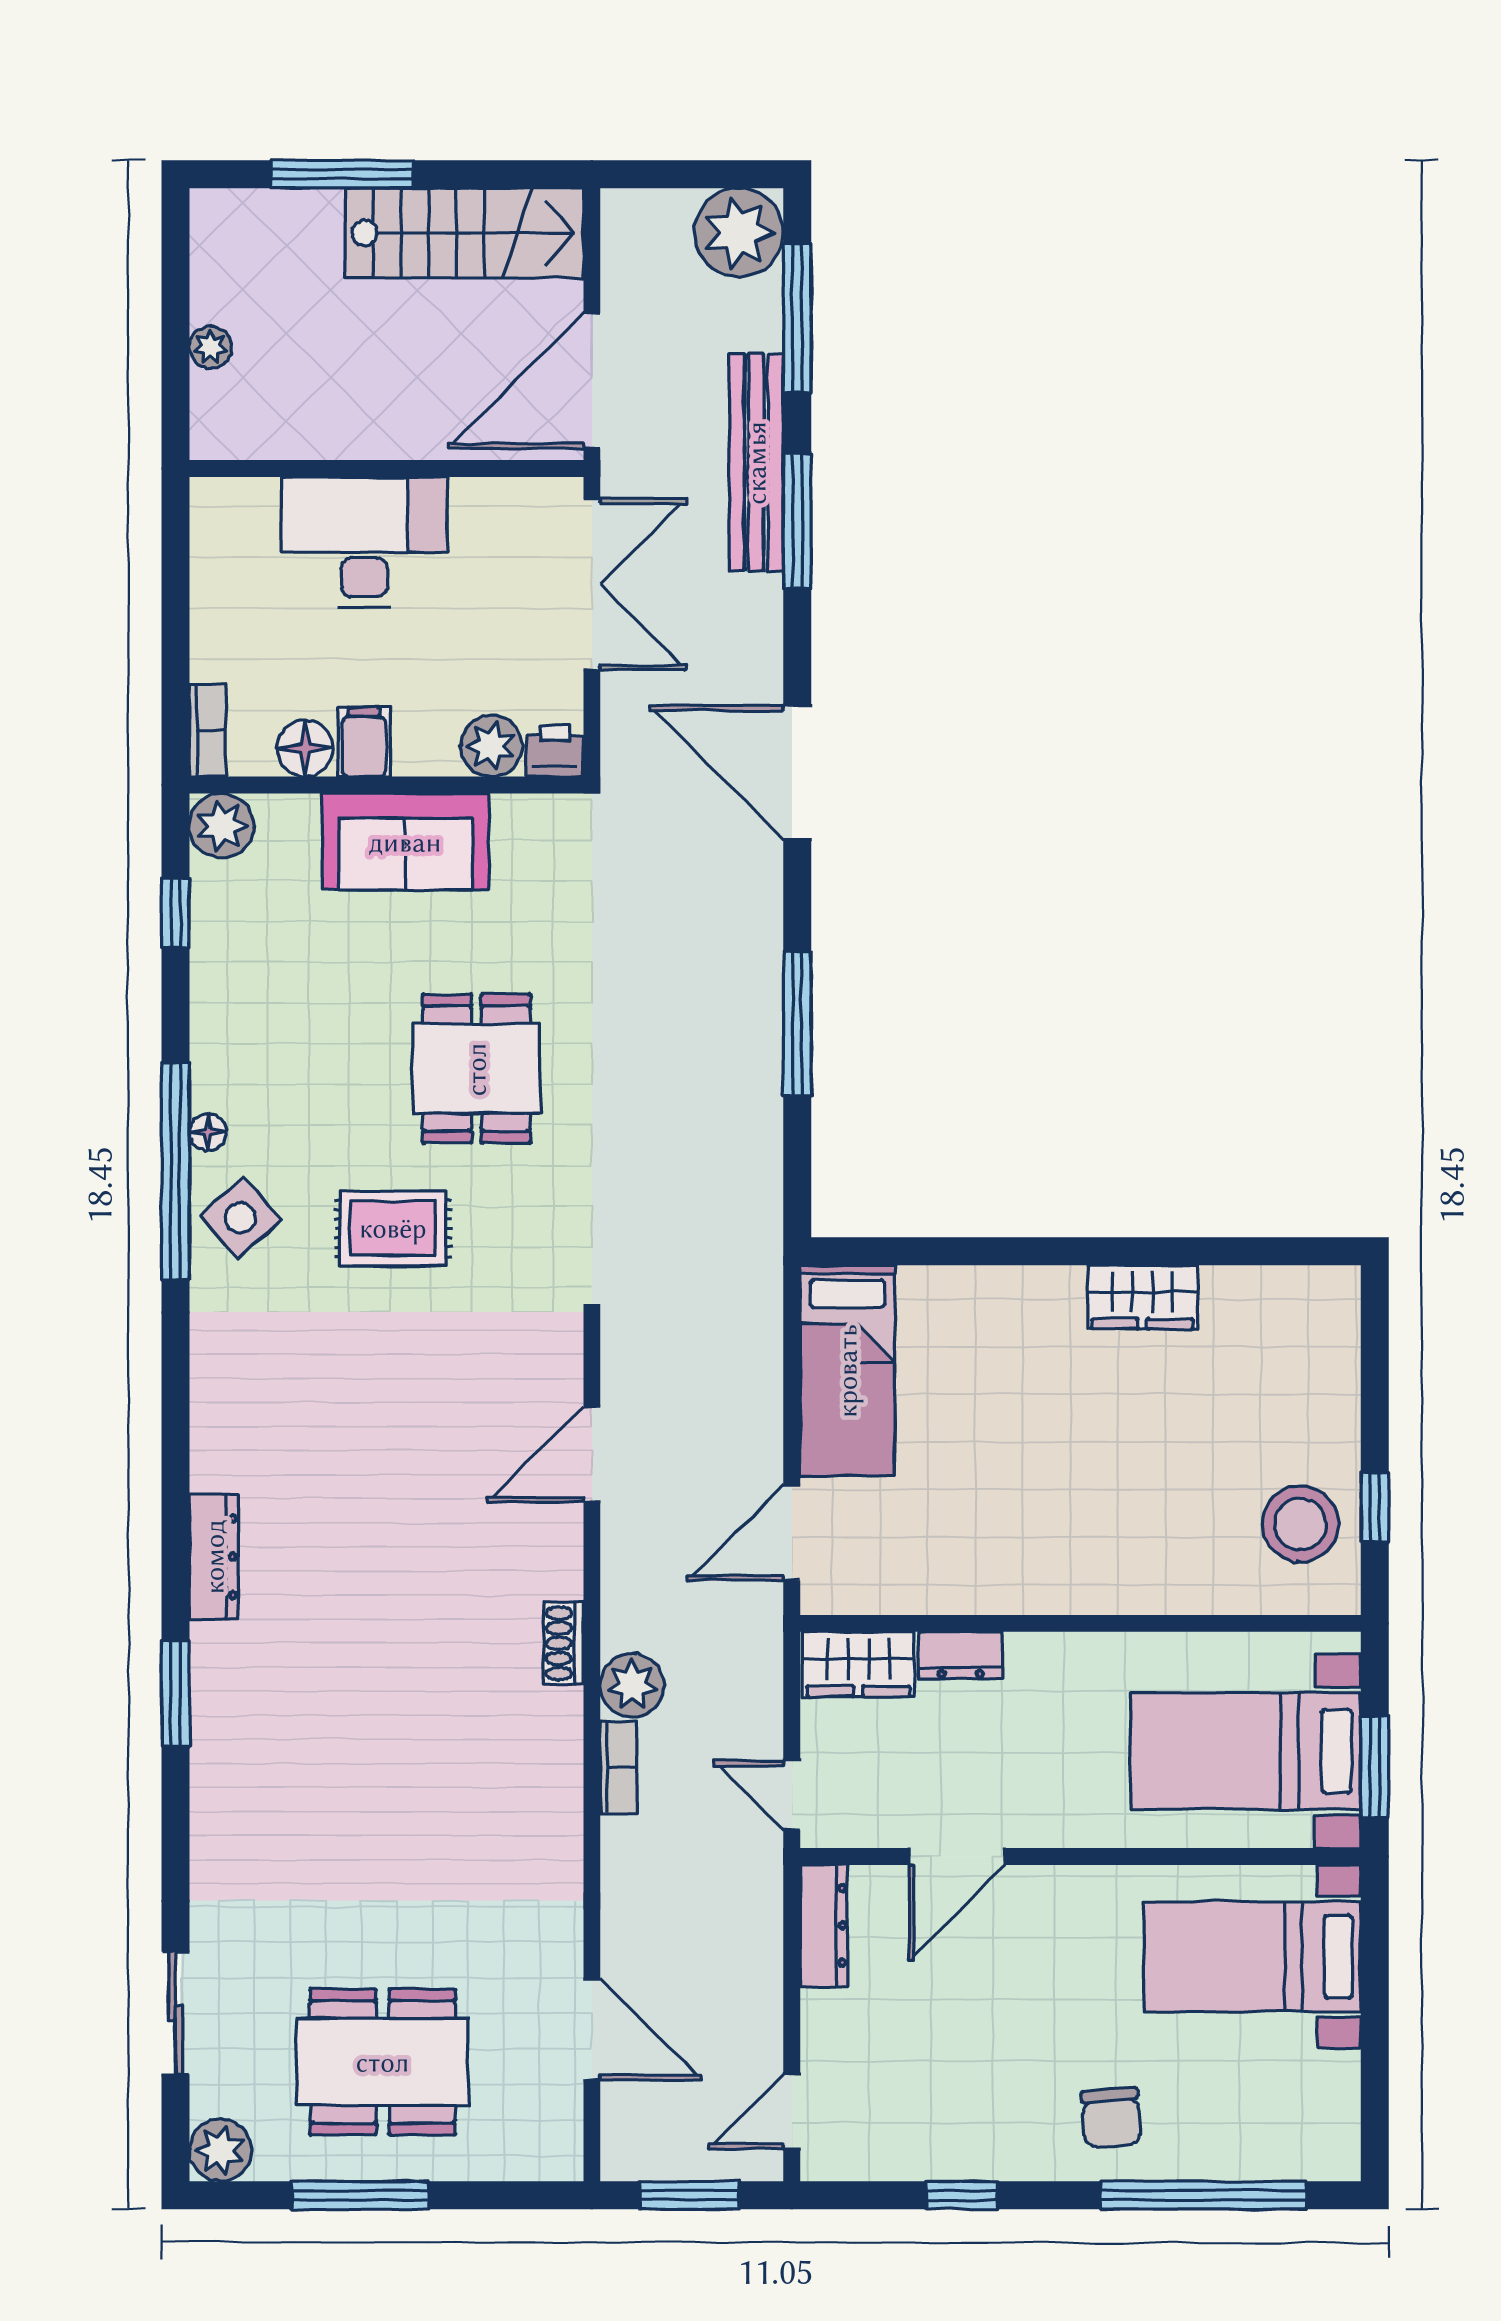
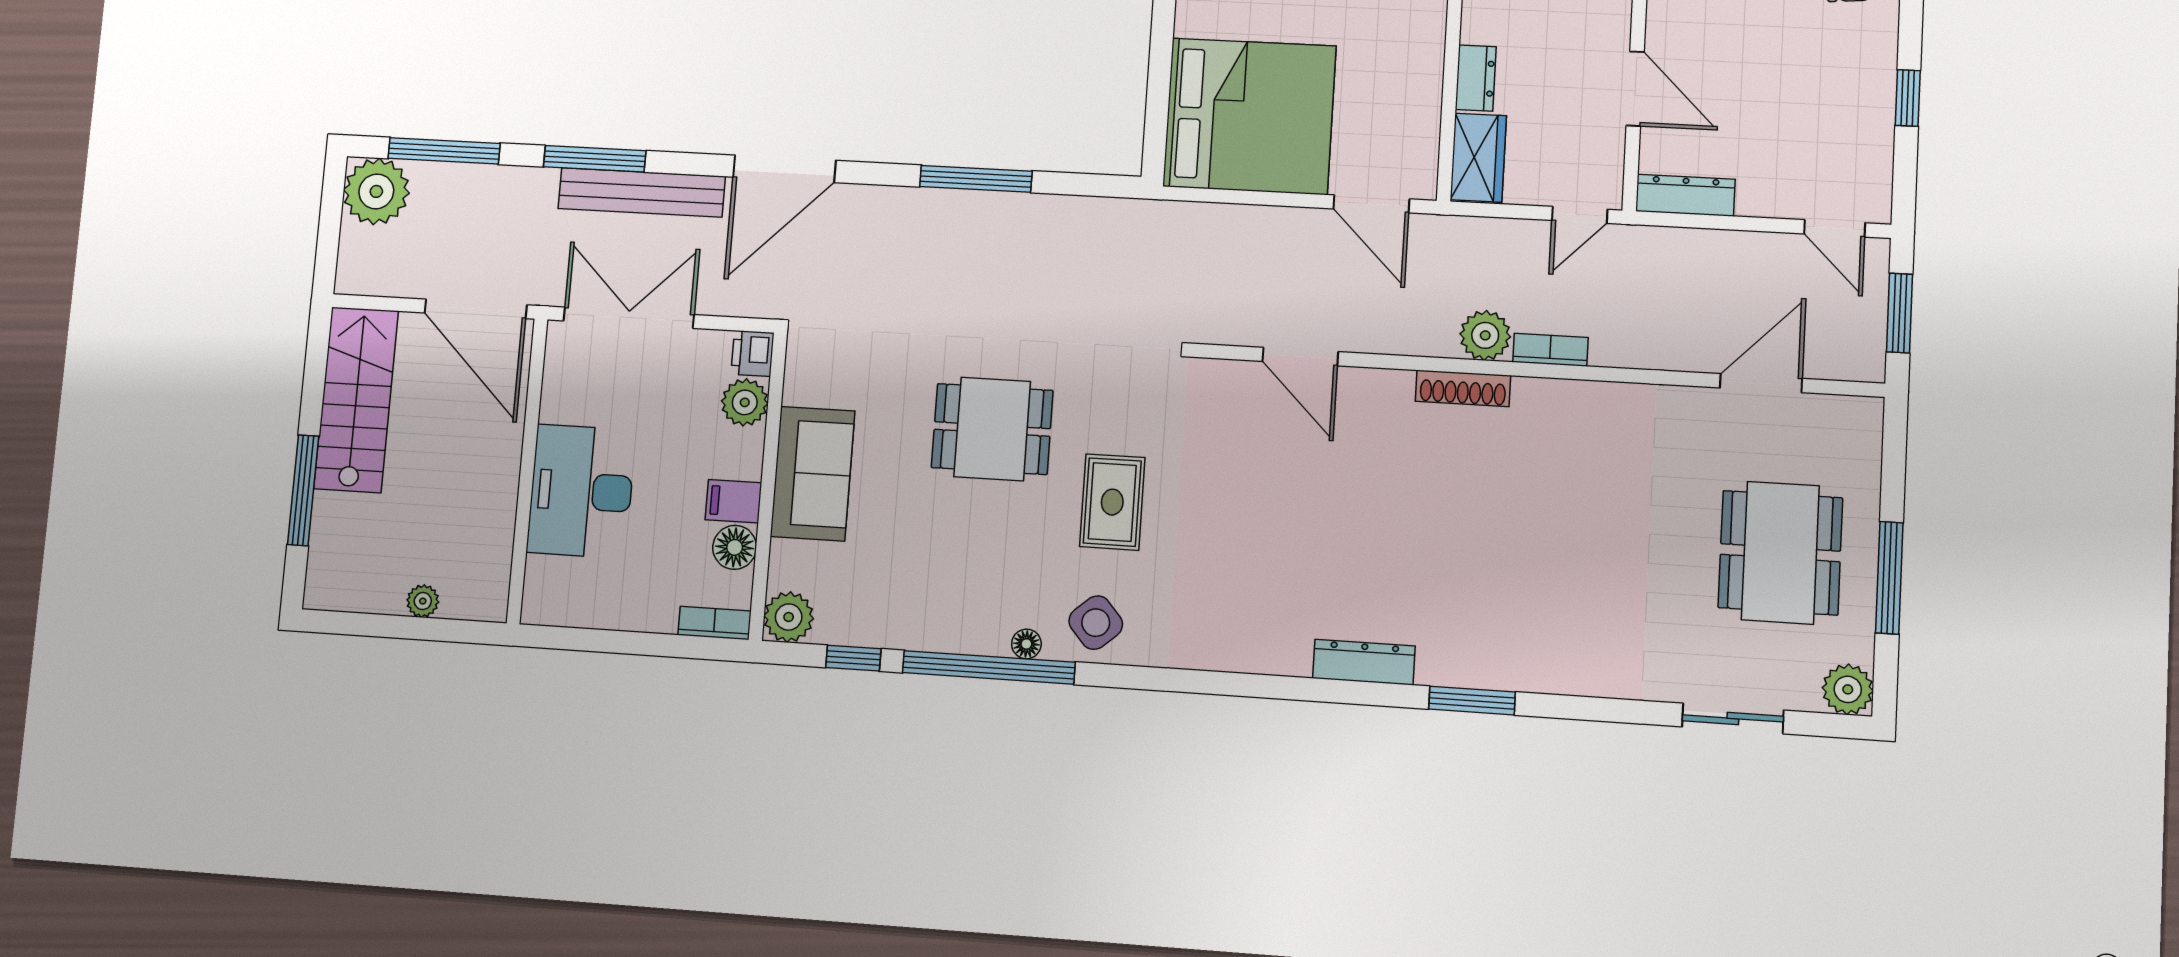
bench: (756, 463) -> (642, 192), moved
window: (175, 1171) -> (989, 667), moved
bed: (847, 1371) -> (1249, 116), width x2.04
shoe rack: (564, 1643) -> (1463, 388), width x1.43

